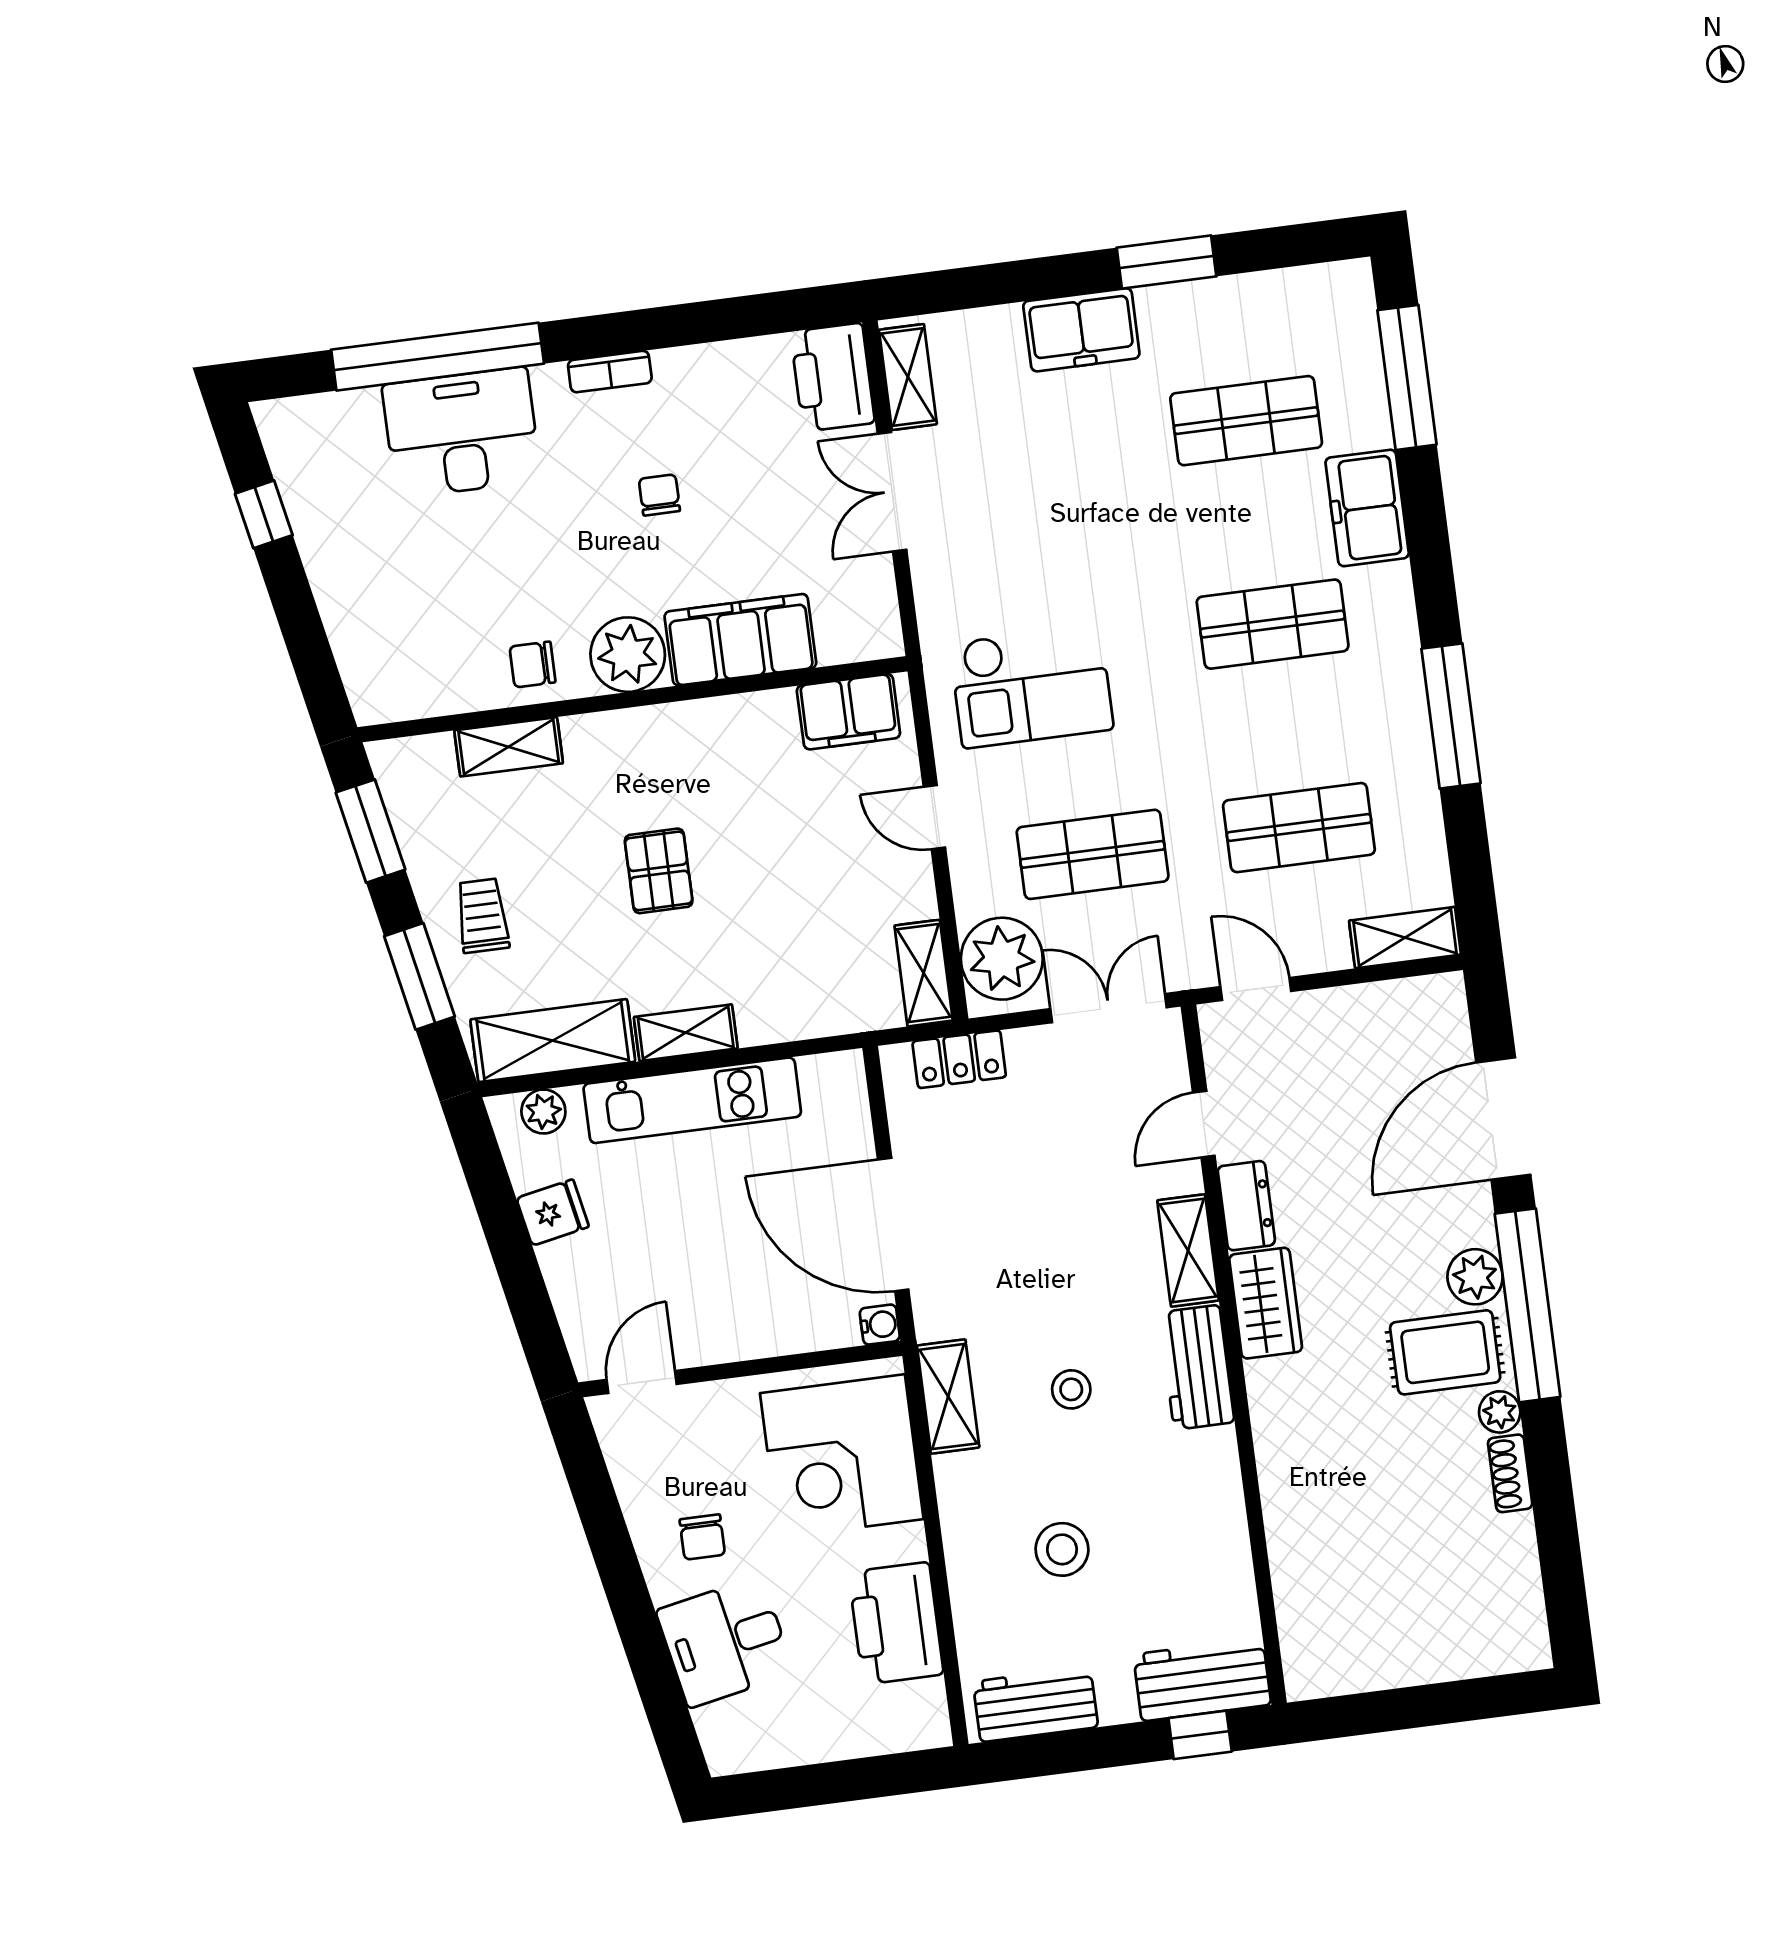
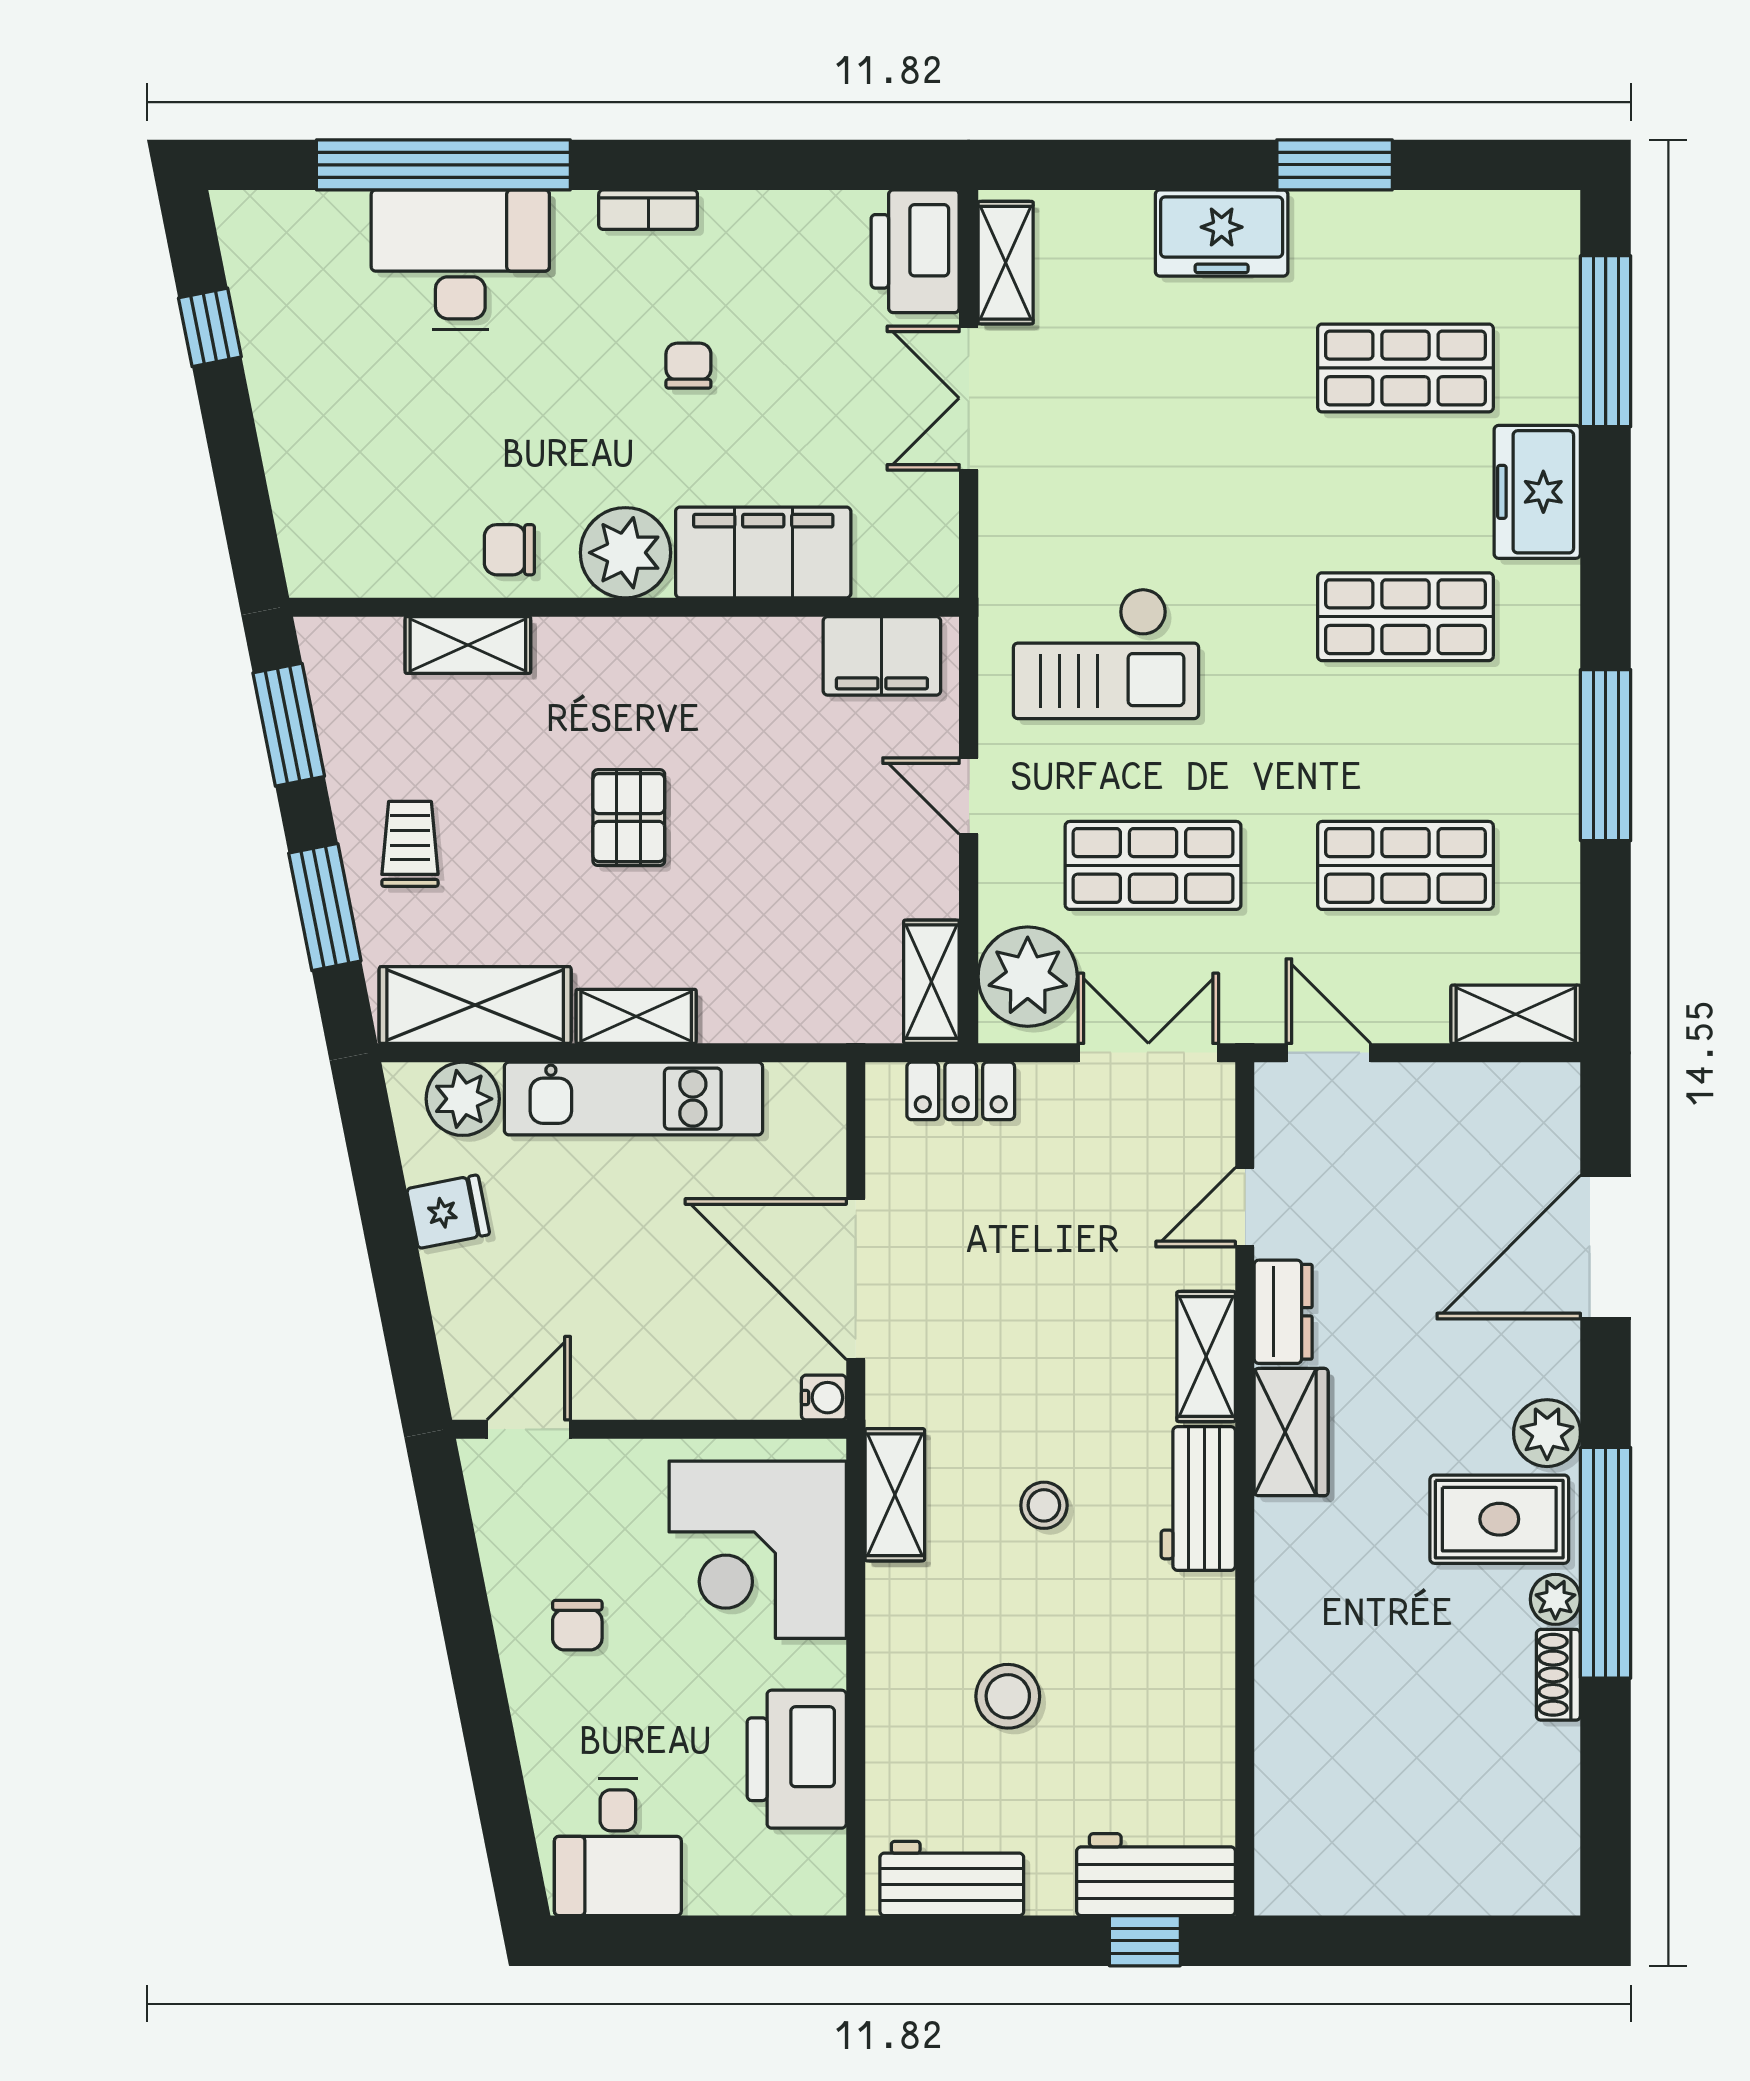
plant: (543, 1112) -> (463, 1099), width x1.38, depth x1.38
window: (1527, 1305) -> (1606, 1563), moved
desk: (725, 1642) -> (618, 1847), moved, turned -79

